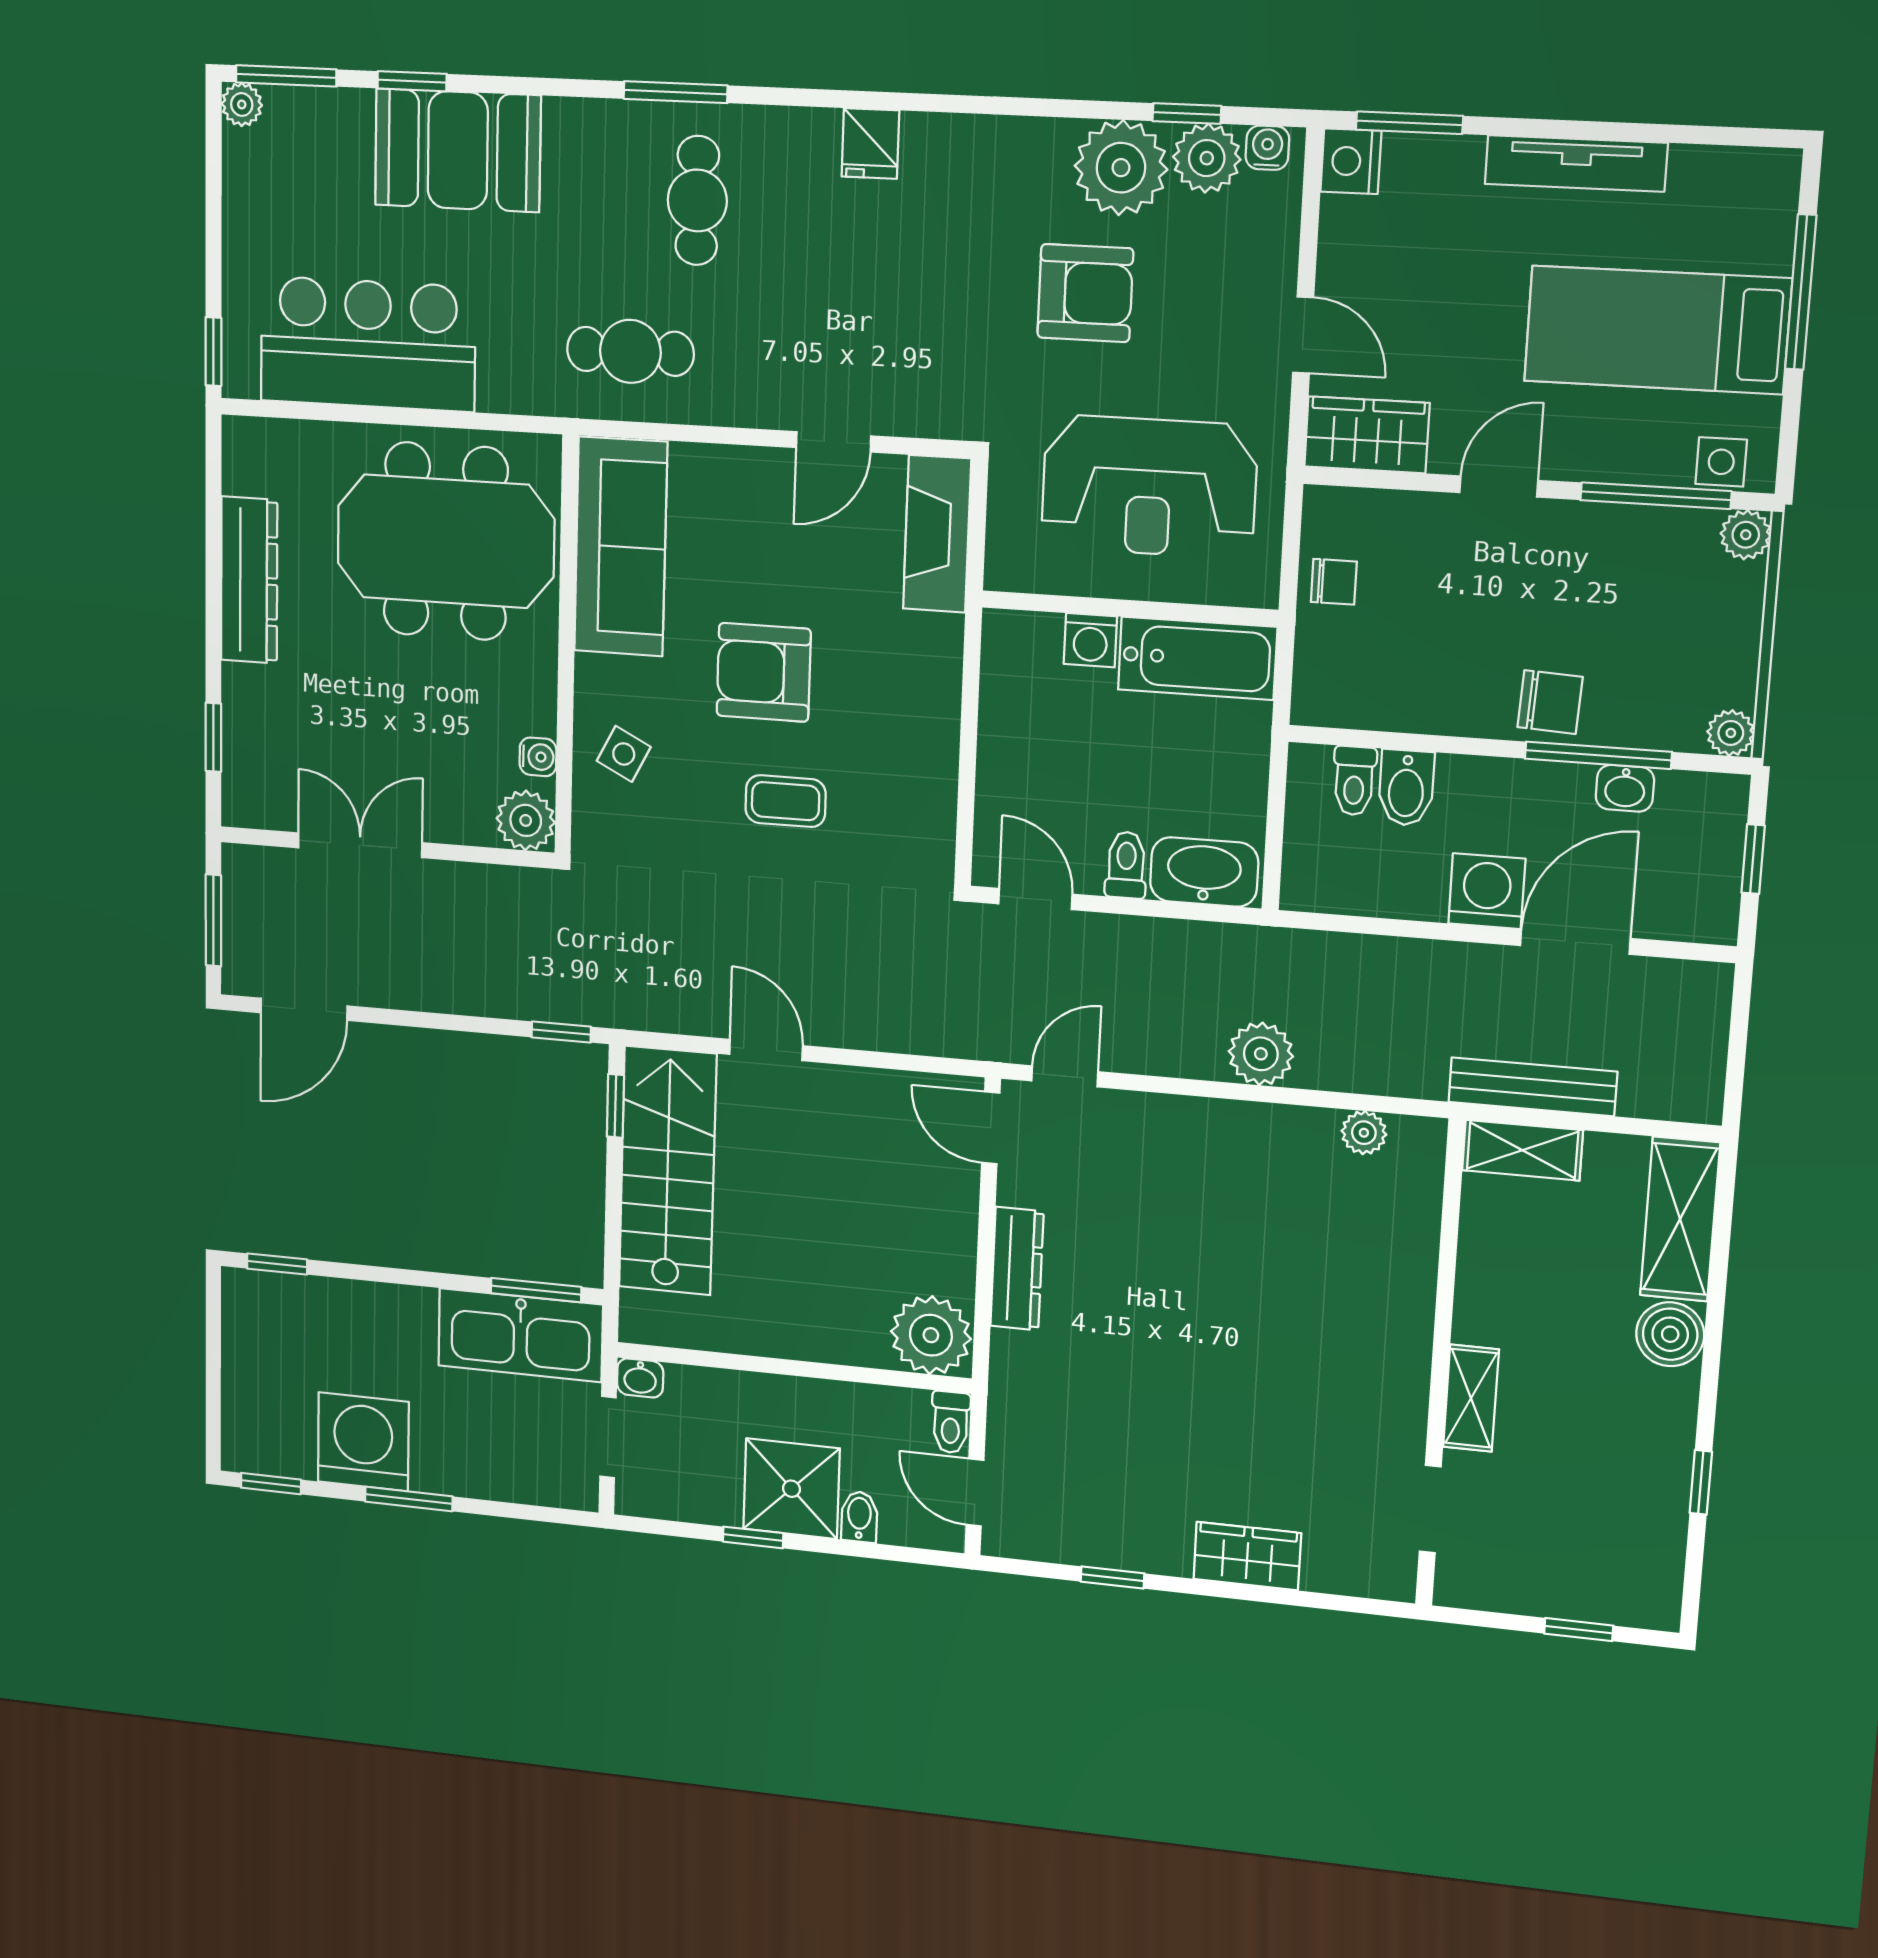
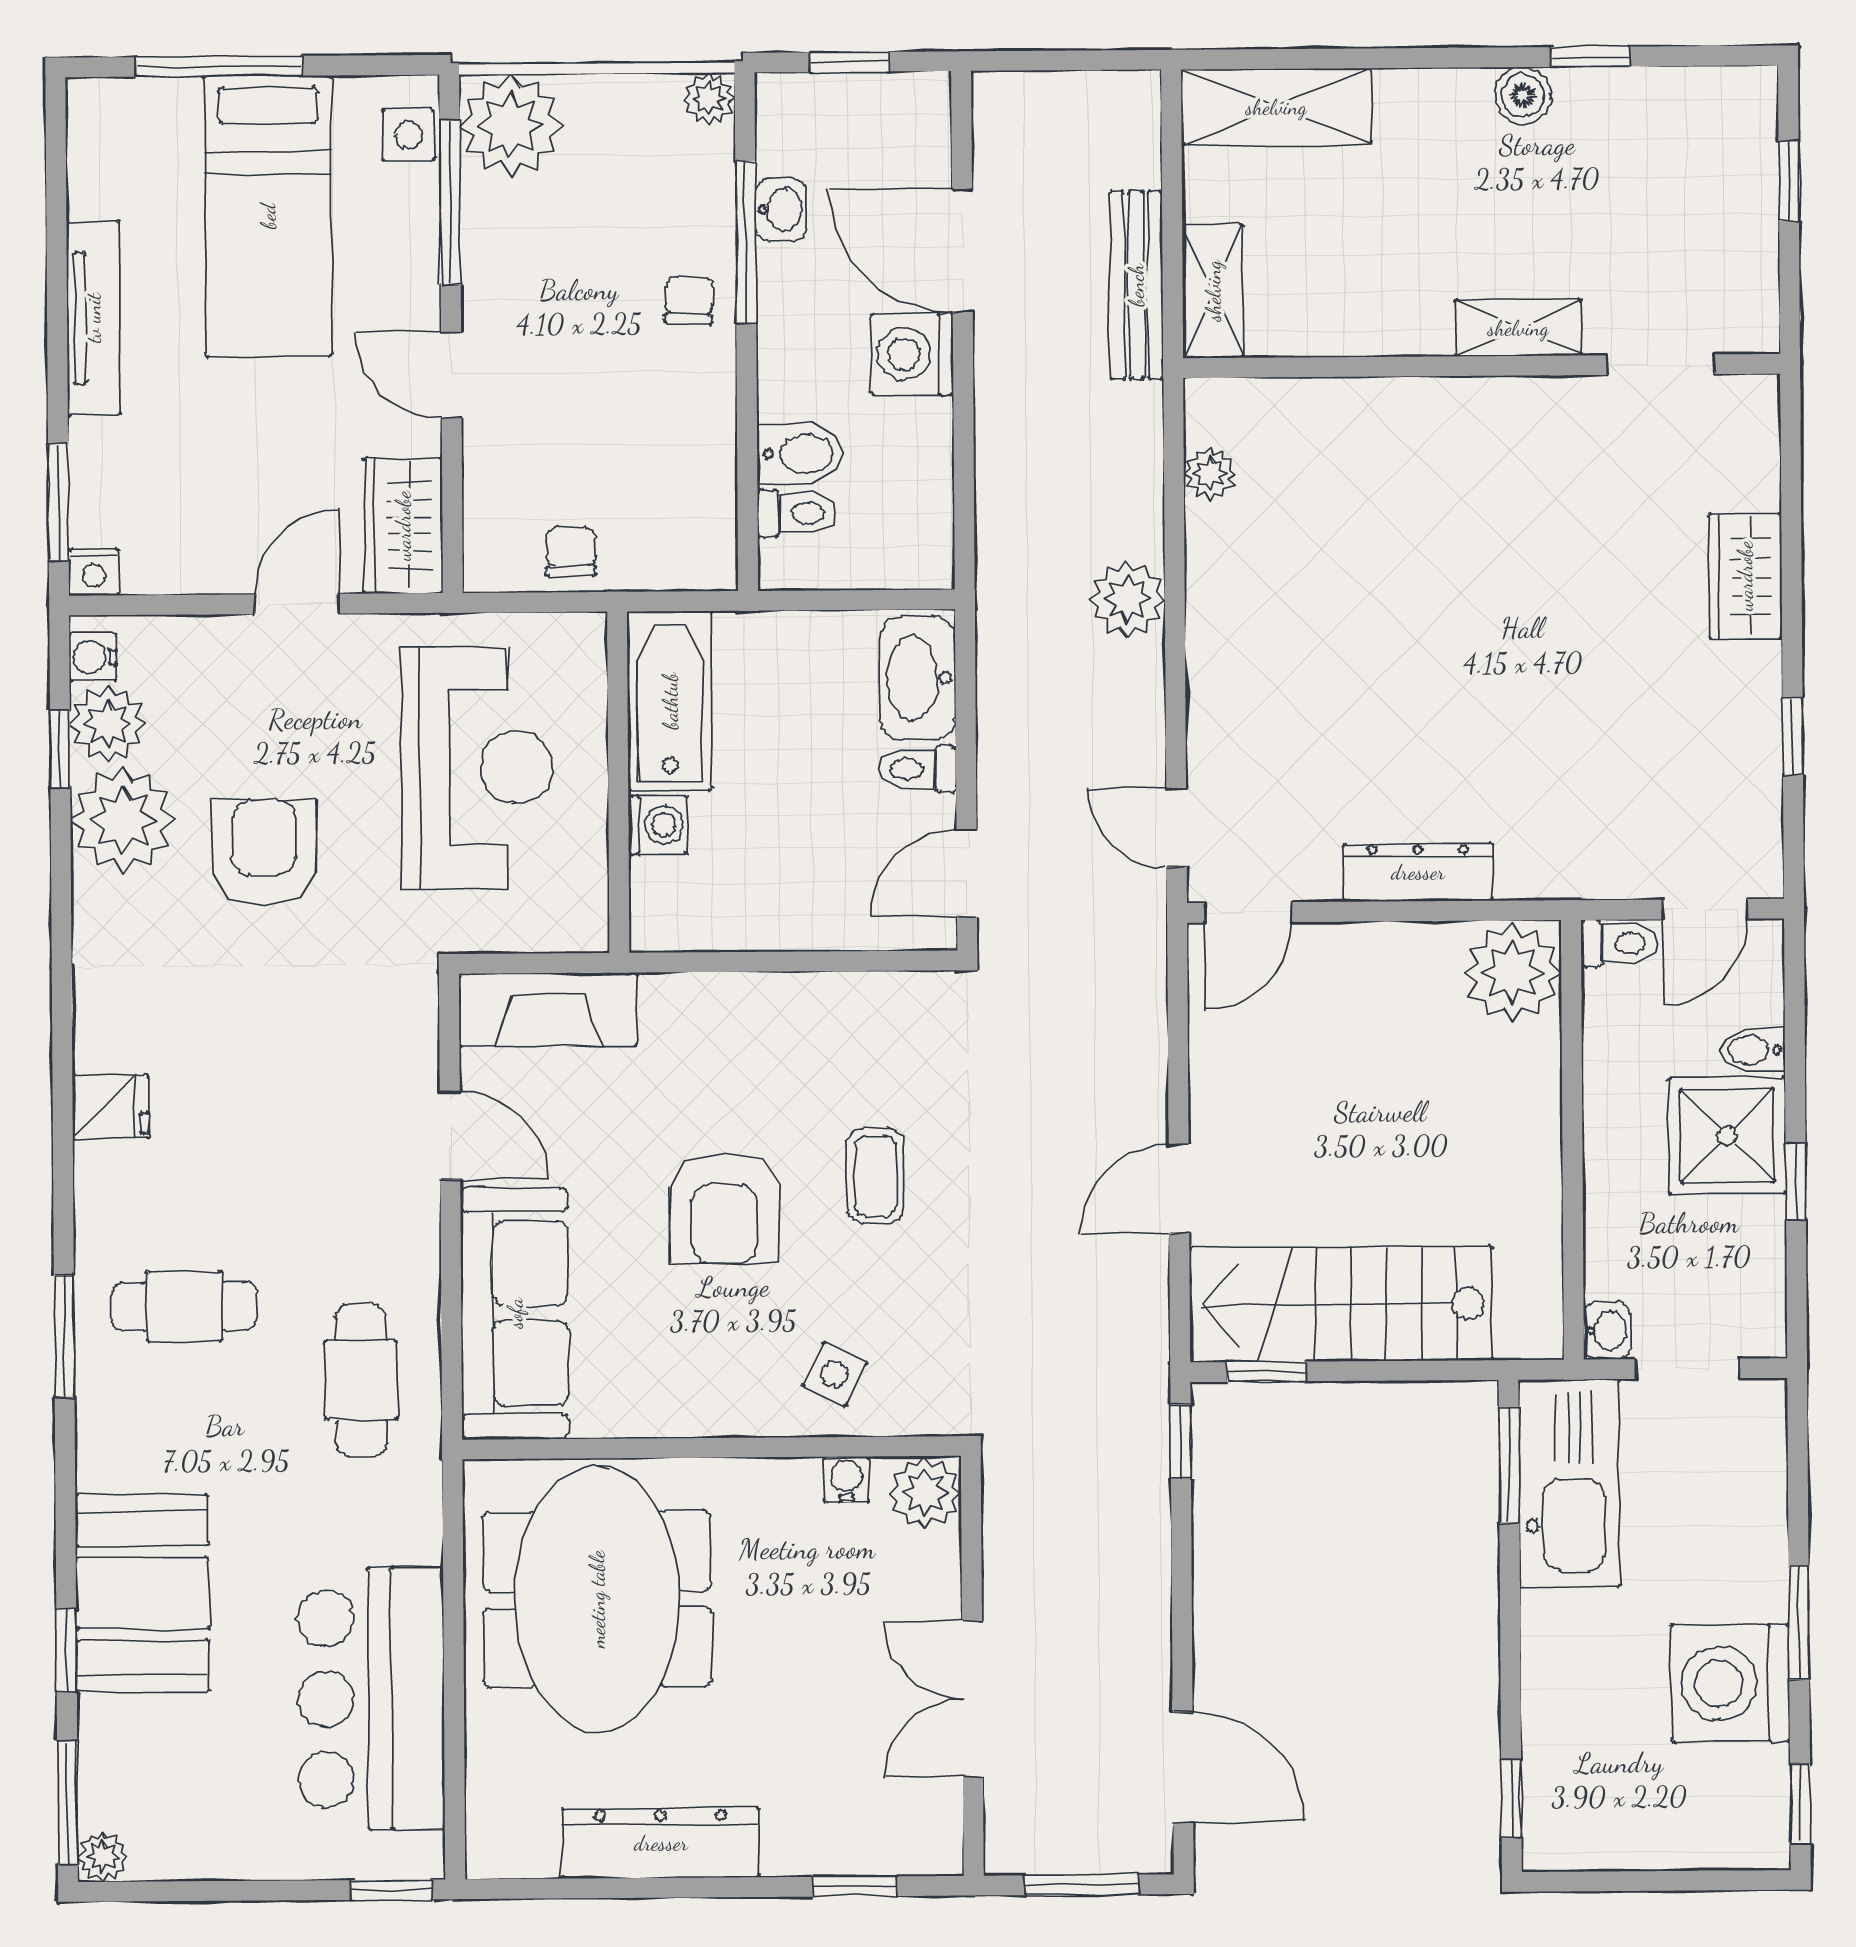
nightstand: (1351, 161) -> (94, 572), width x0.72, depth x0.74
plant: (1746, 535) -> (511, 125), width x1.87, depth x1.87
sofa: (621, 547) -> (515, 1313), moved, turned 90
chair: (1550, 702) -> (689, 300), width x0.73, depth x0.73
boiler: (1670, 1334) -> (1523, 95), moved, width x0.73, depth x0.73

